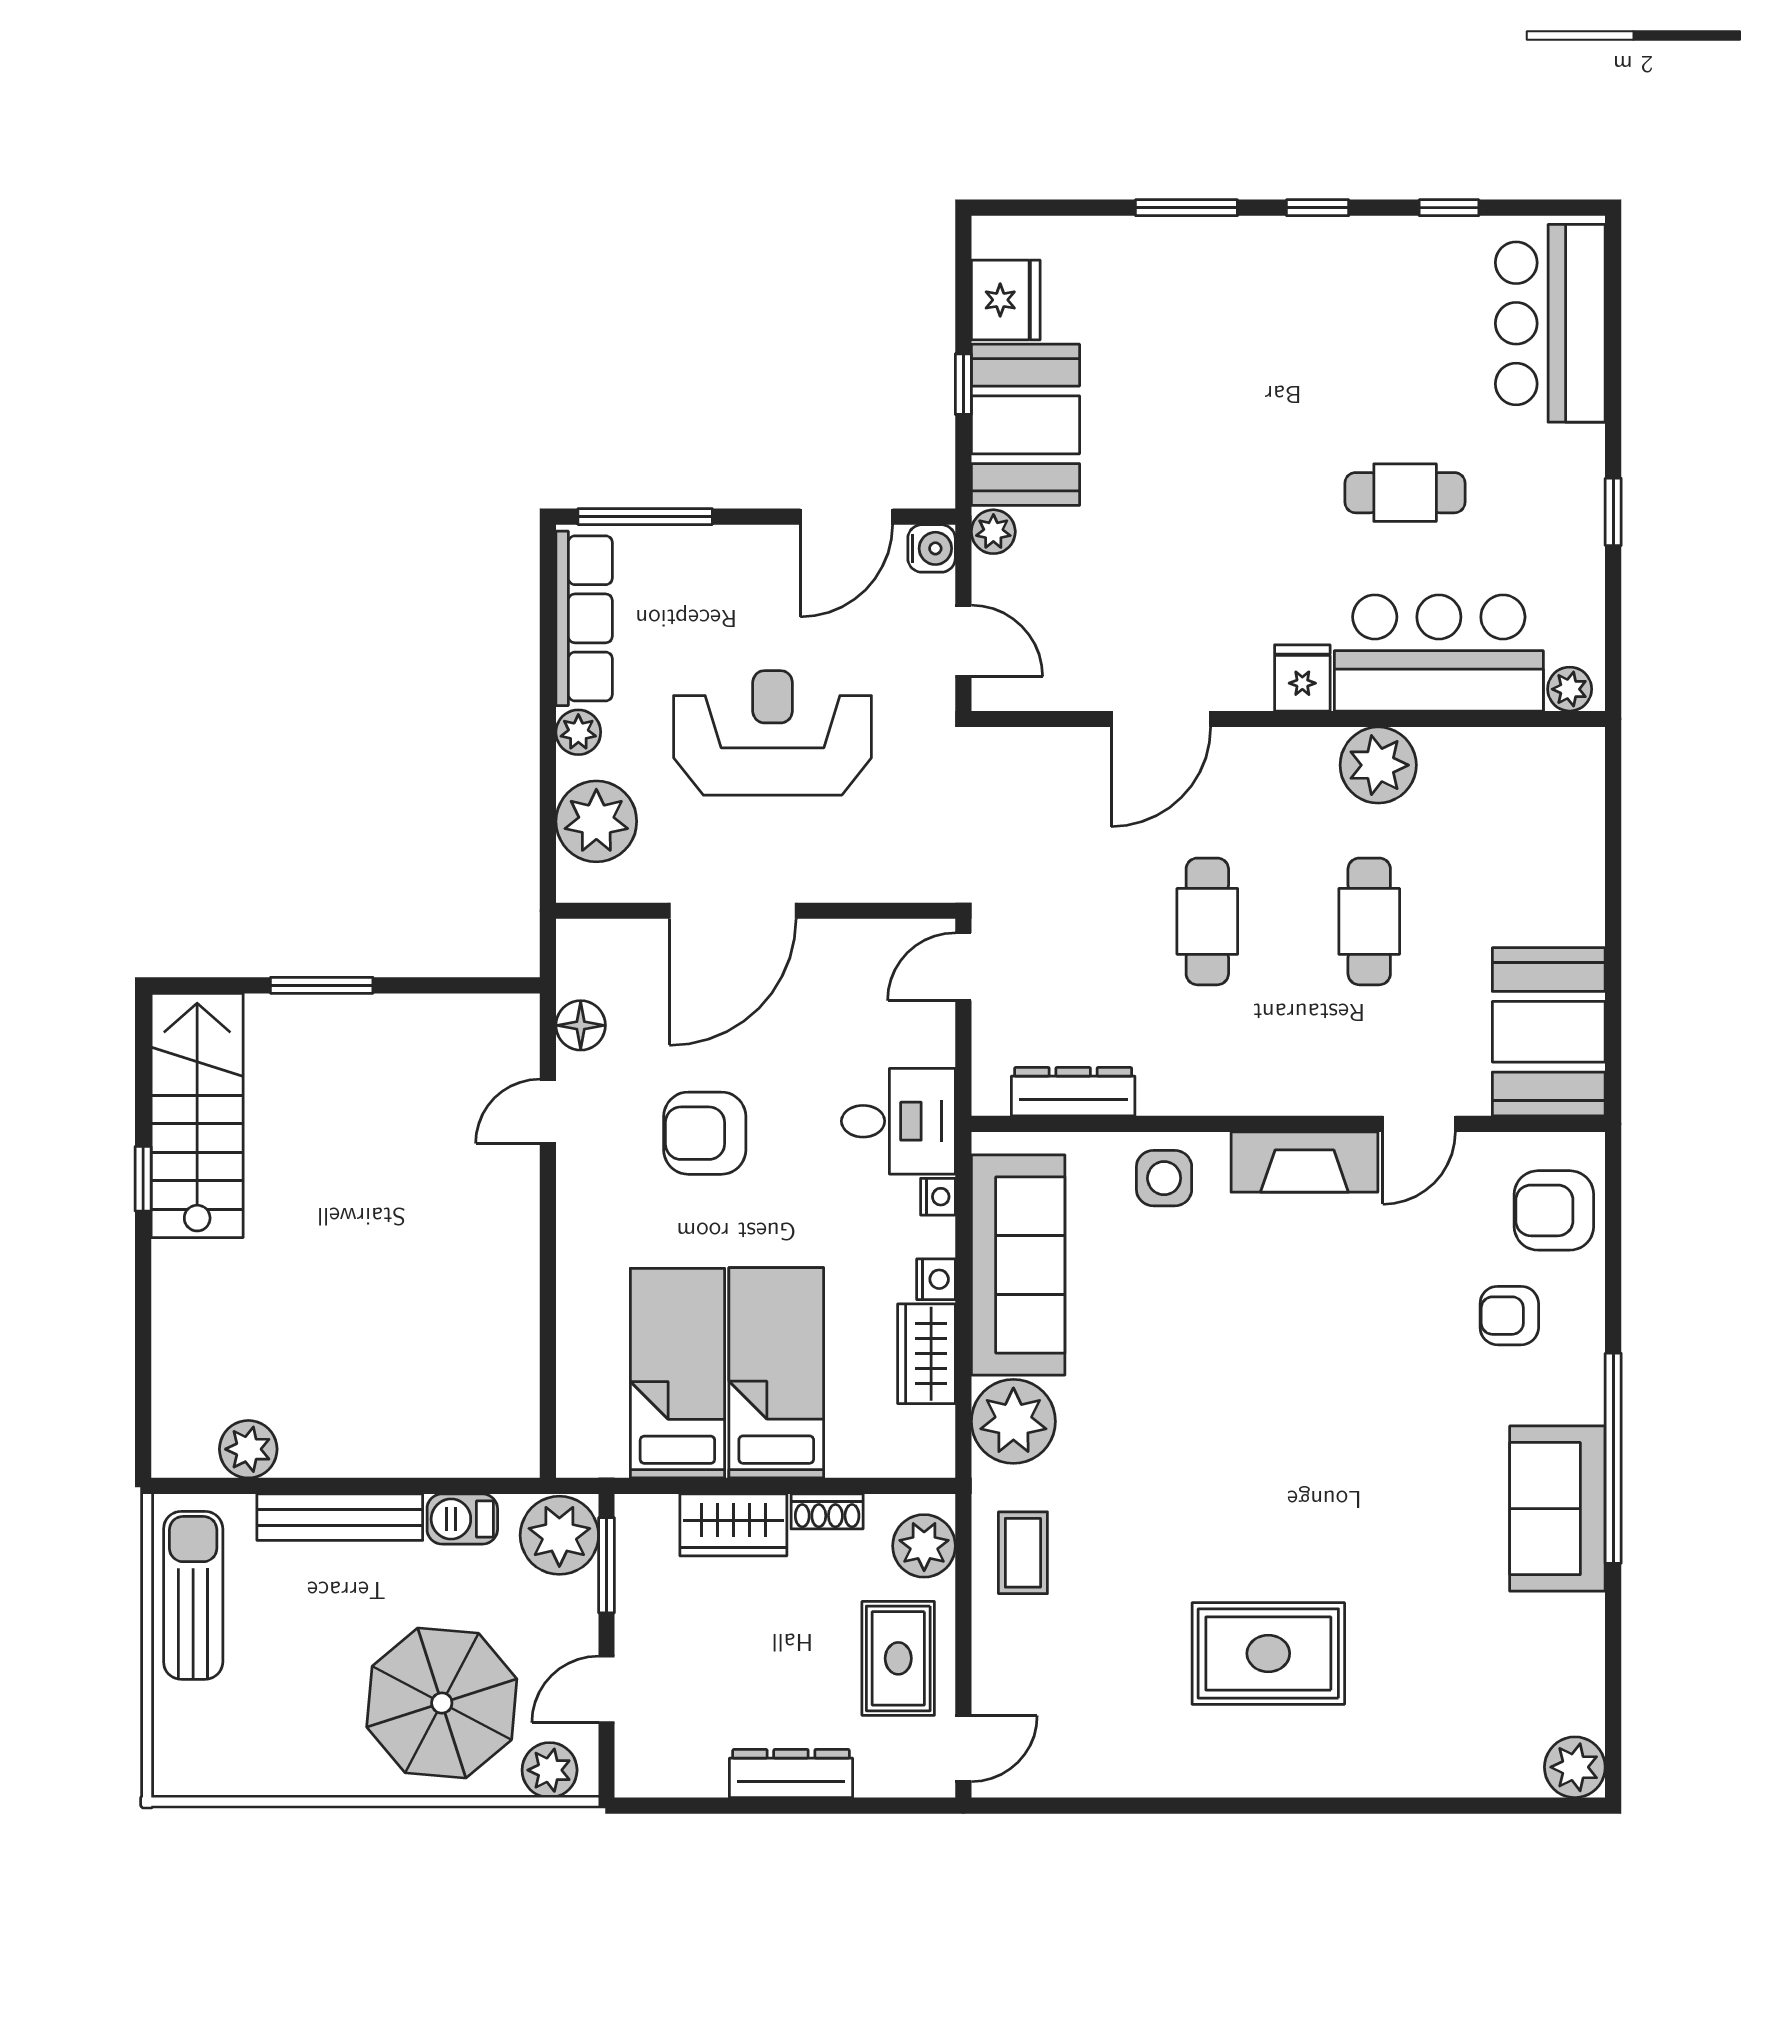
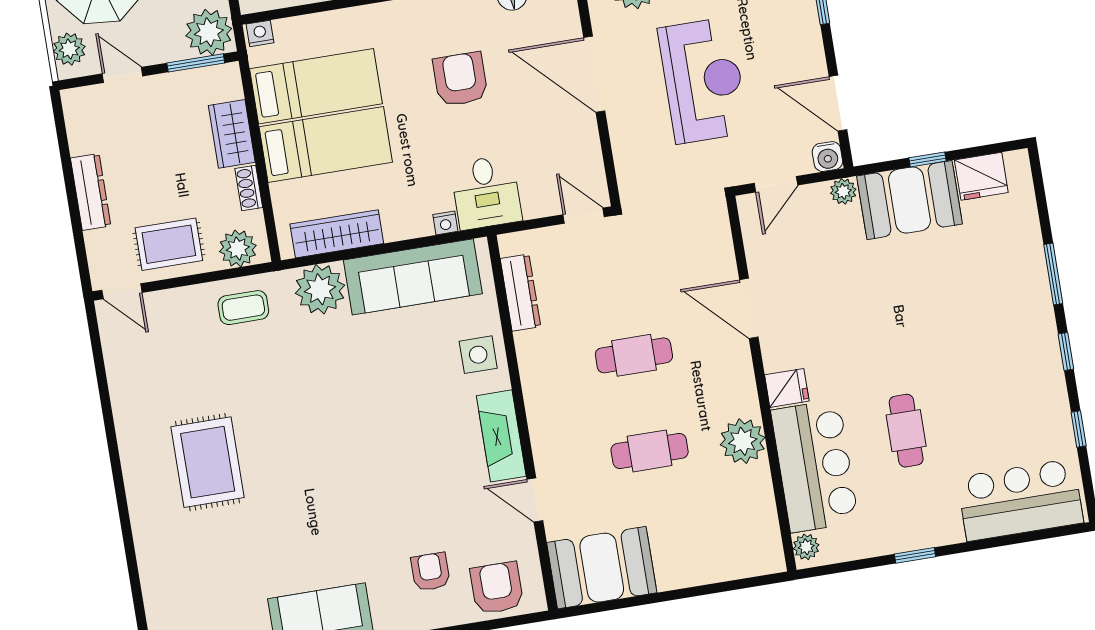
nightstand: (936, 1279) -> (260, 33), moved, turned 180
wardrobe: (926, 1354) -> (337, 234), width x1.50

